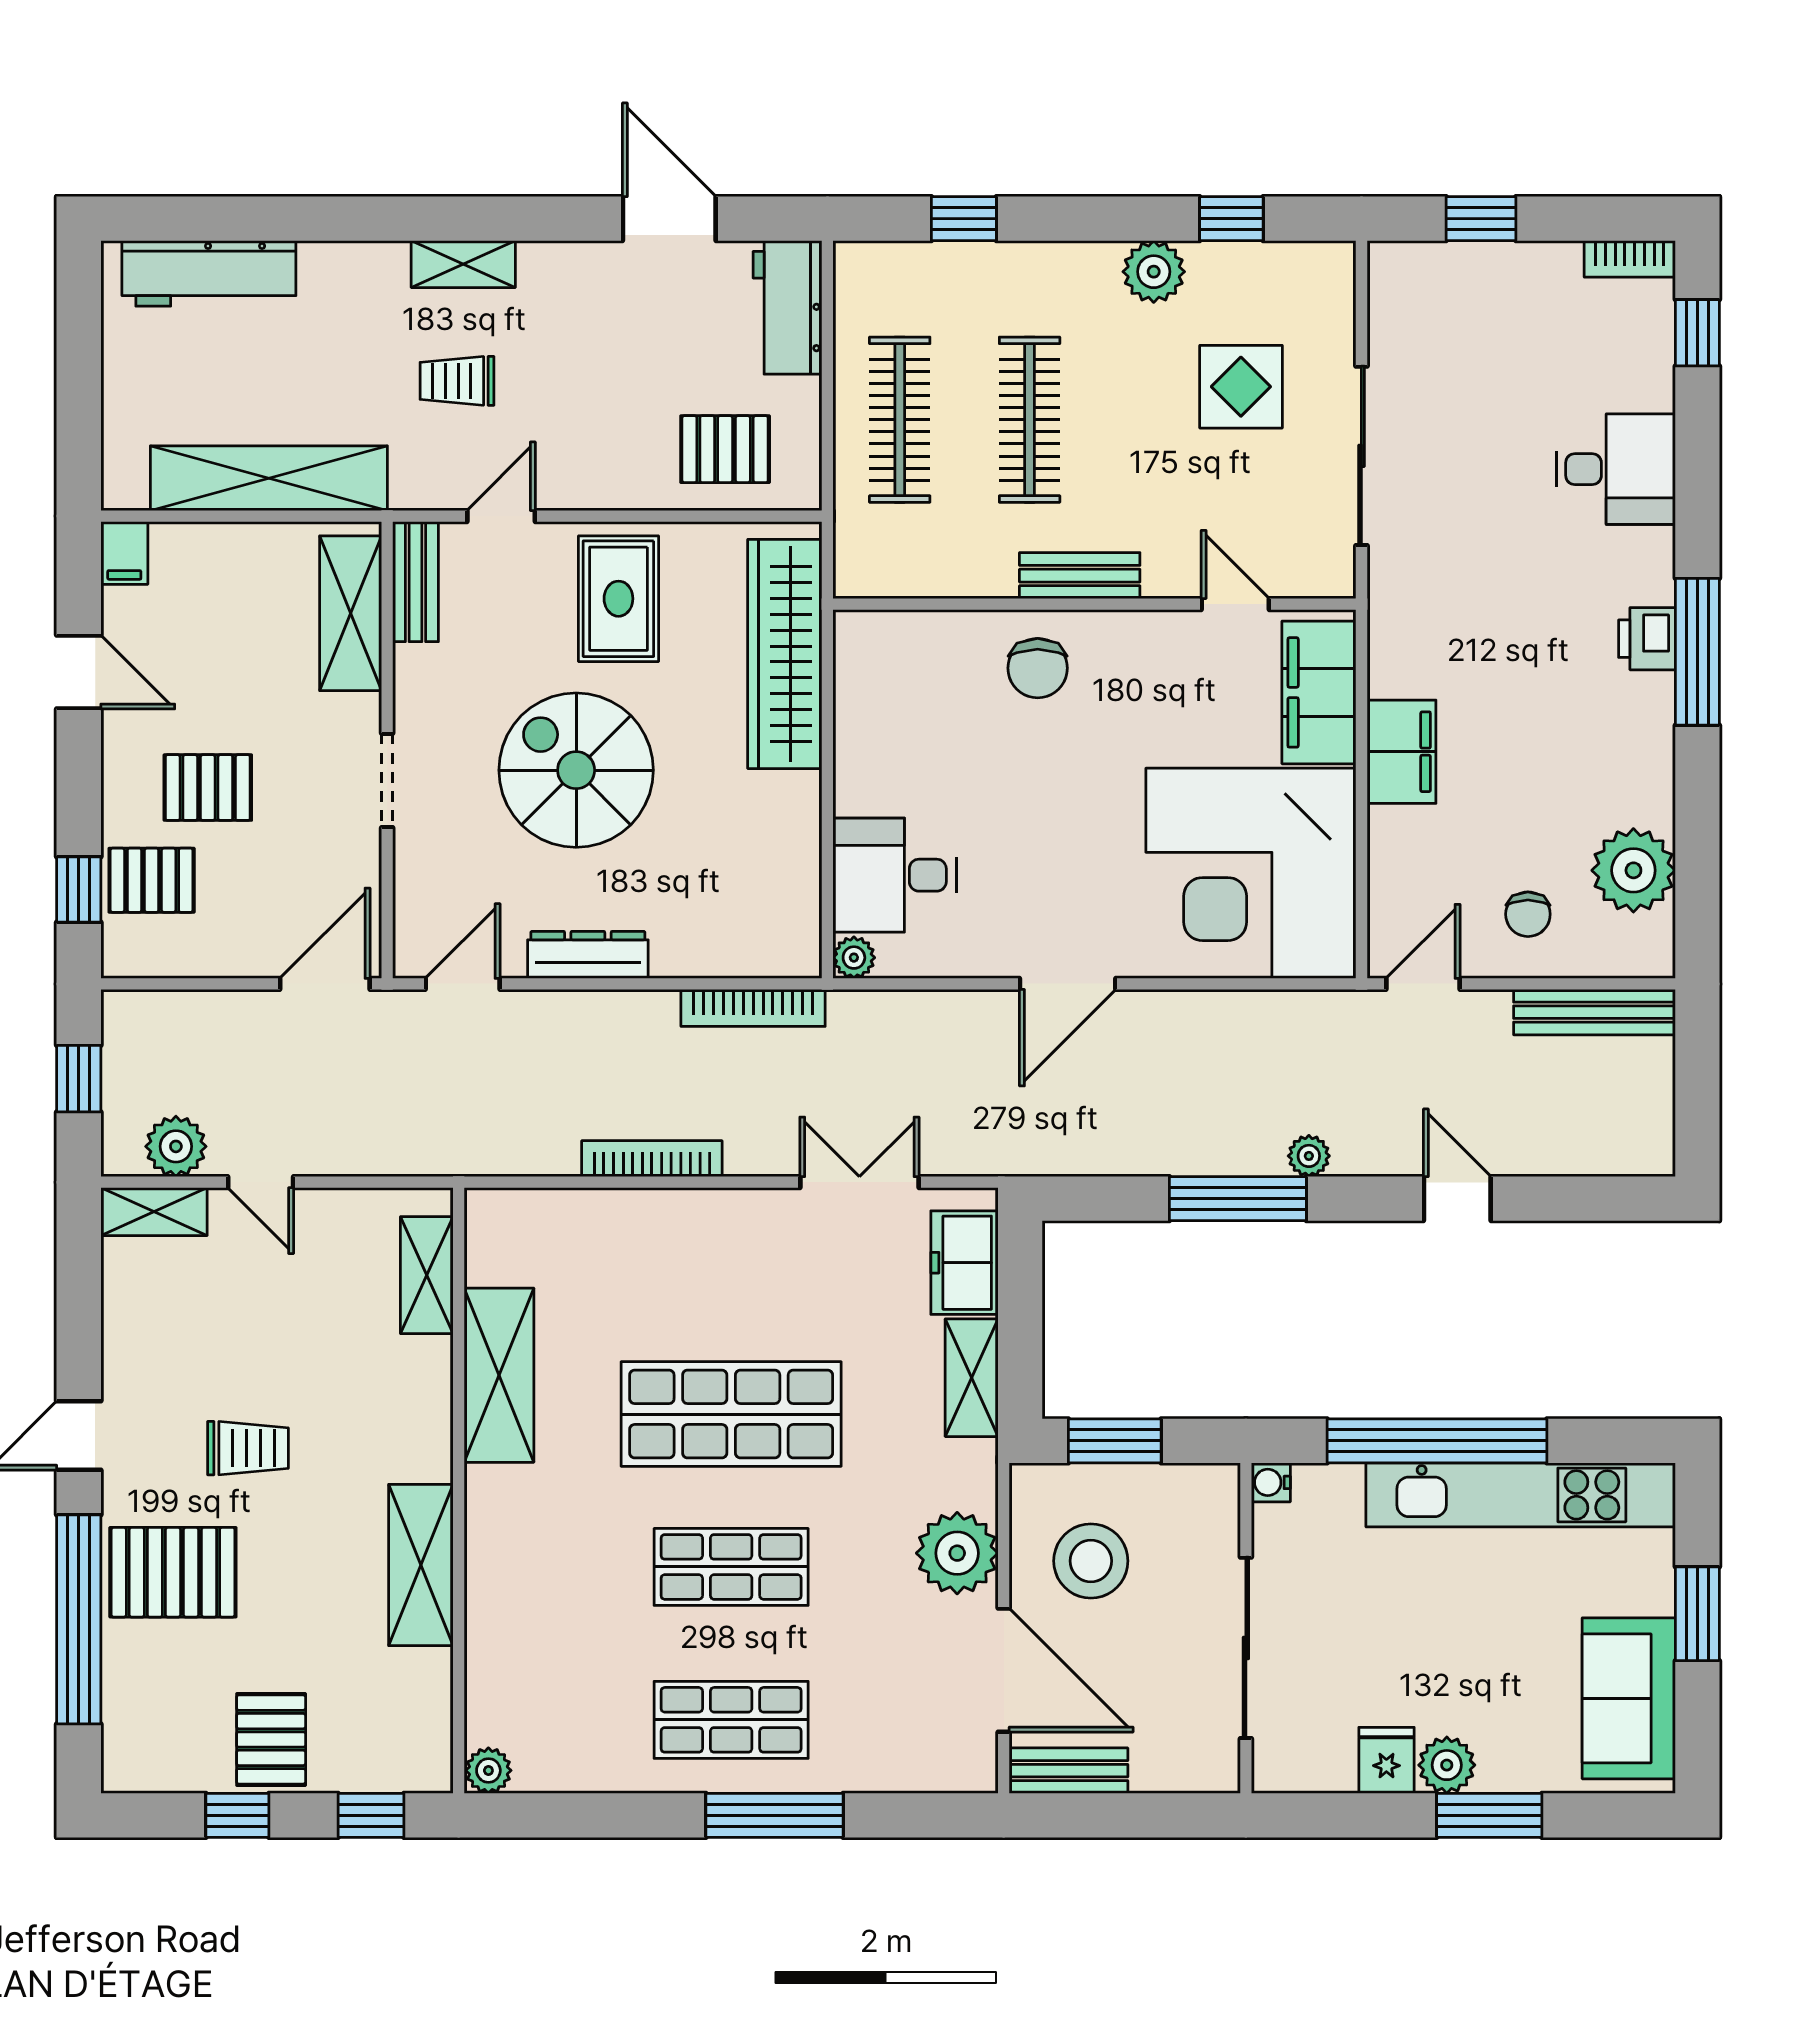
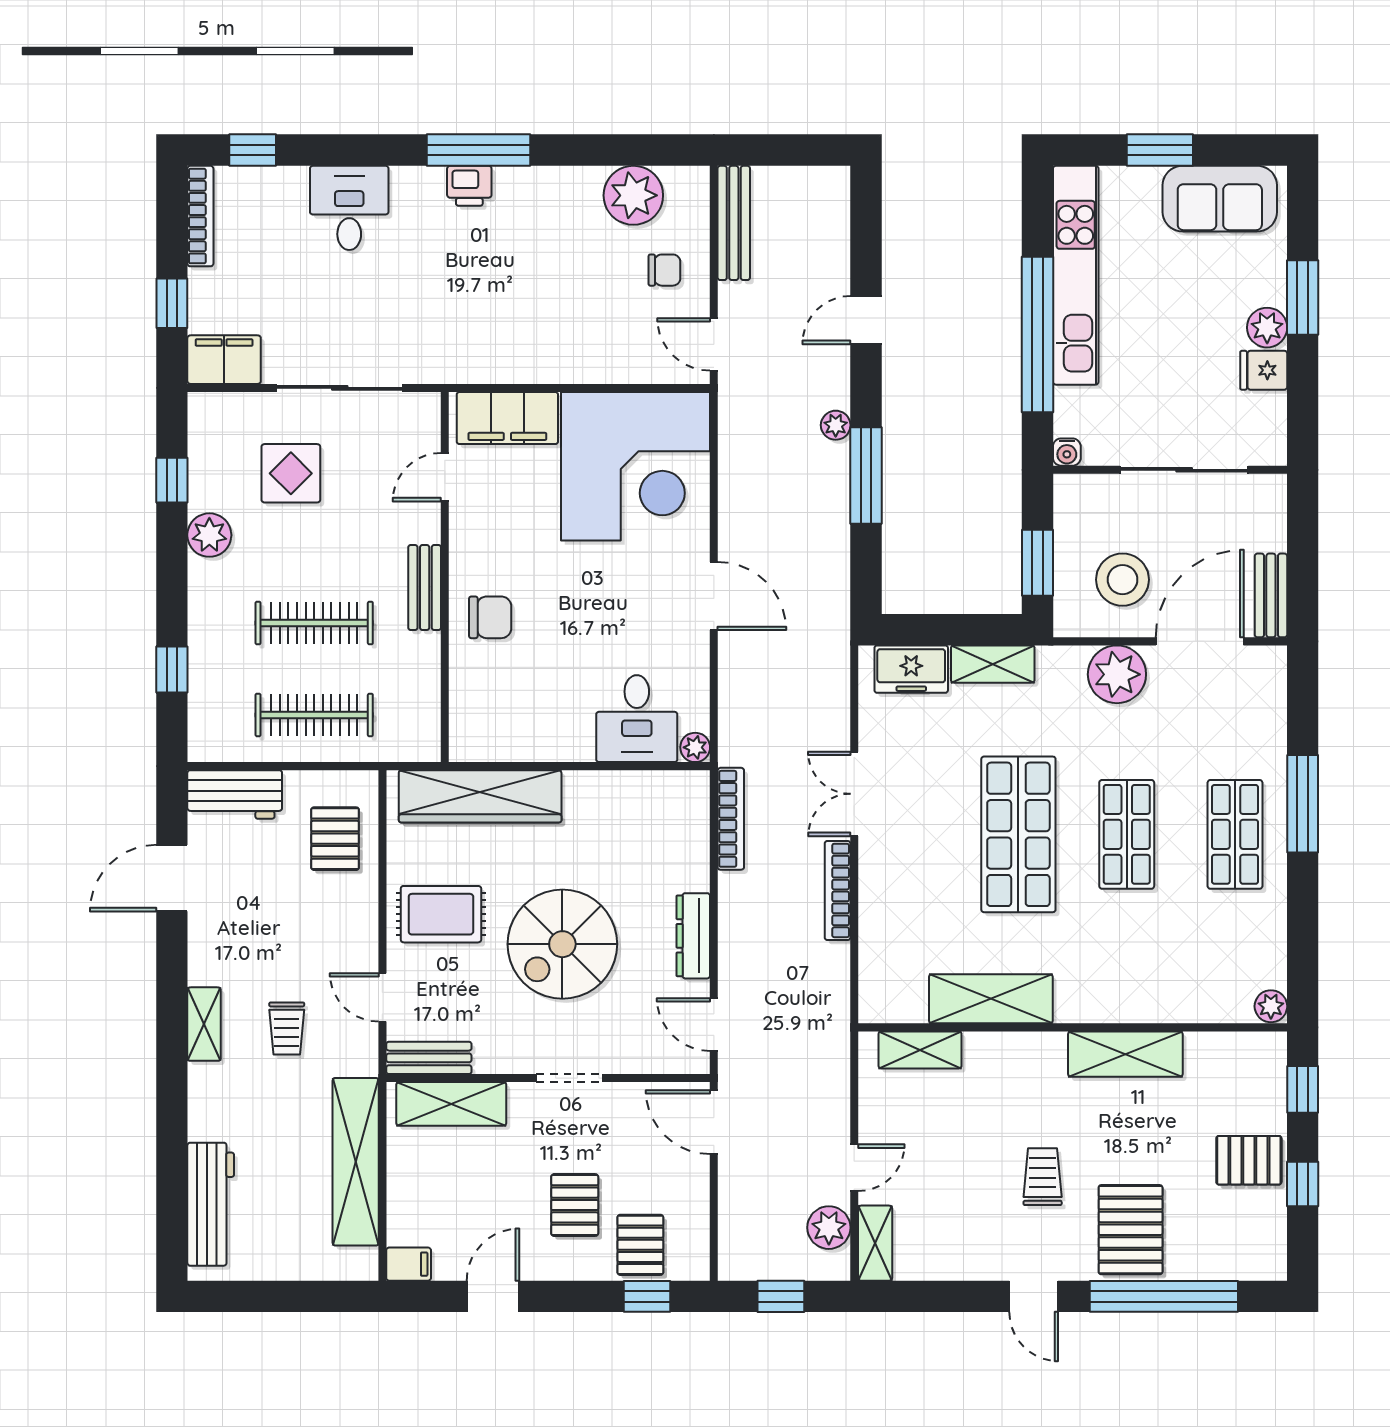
bookcase: (1630, 259) -> (200, 216), width x1.56
filing cabinet: (1401, 752) -> (224, 360), moved
double door: (859, 1182) -> (854, 794), moved

